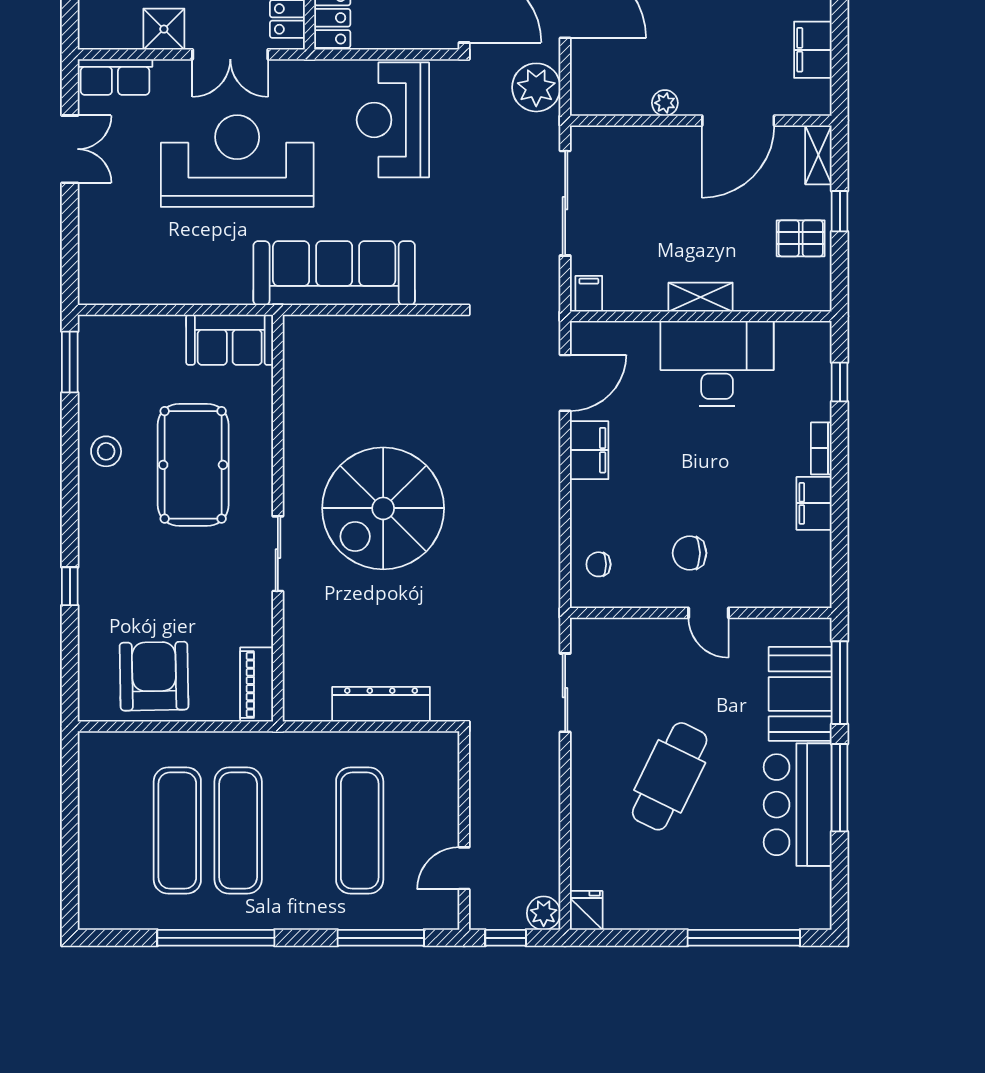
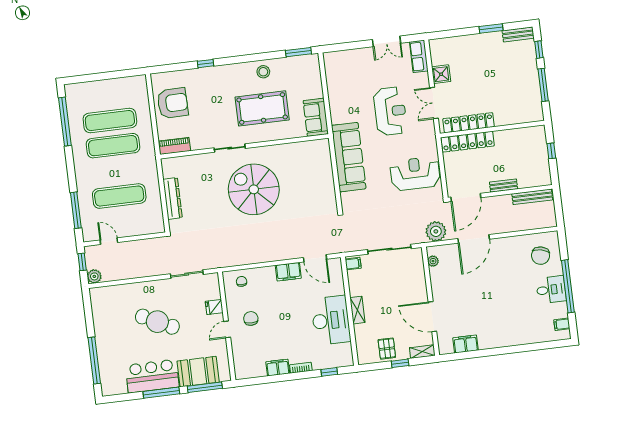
plant: (665, 103) -> (433, 261), moved
reception desk: (237, 161) -> (390, 111), width x0.74, depth x0.77
fridge: (586, 910) -> (214, 307), moved, turned 180
window: (216, 938) -> (65, 122), moved

